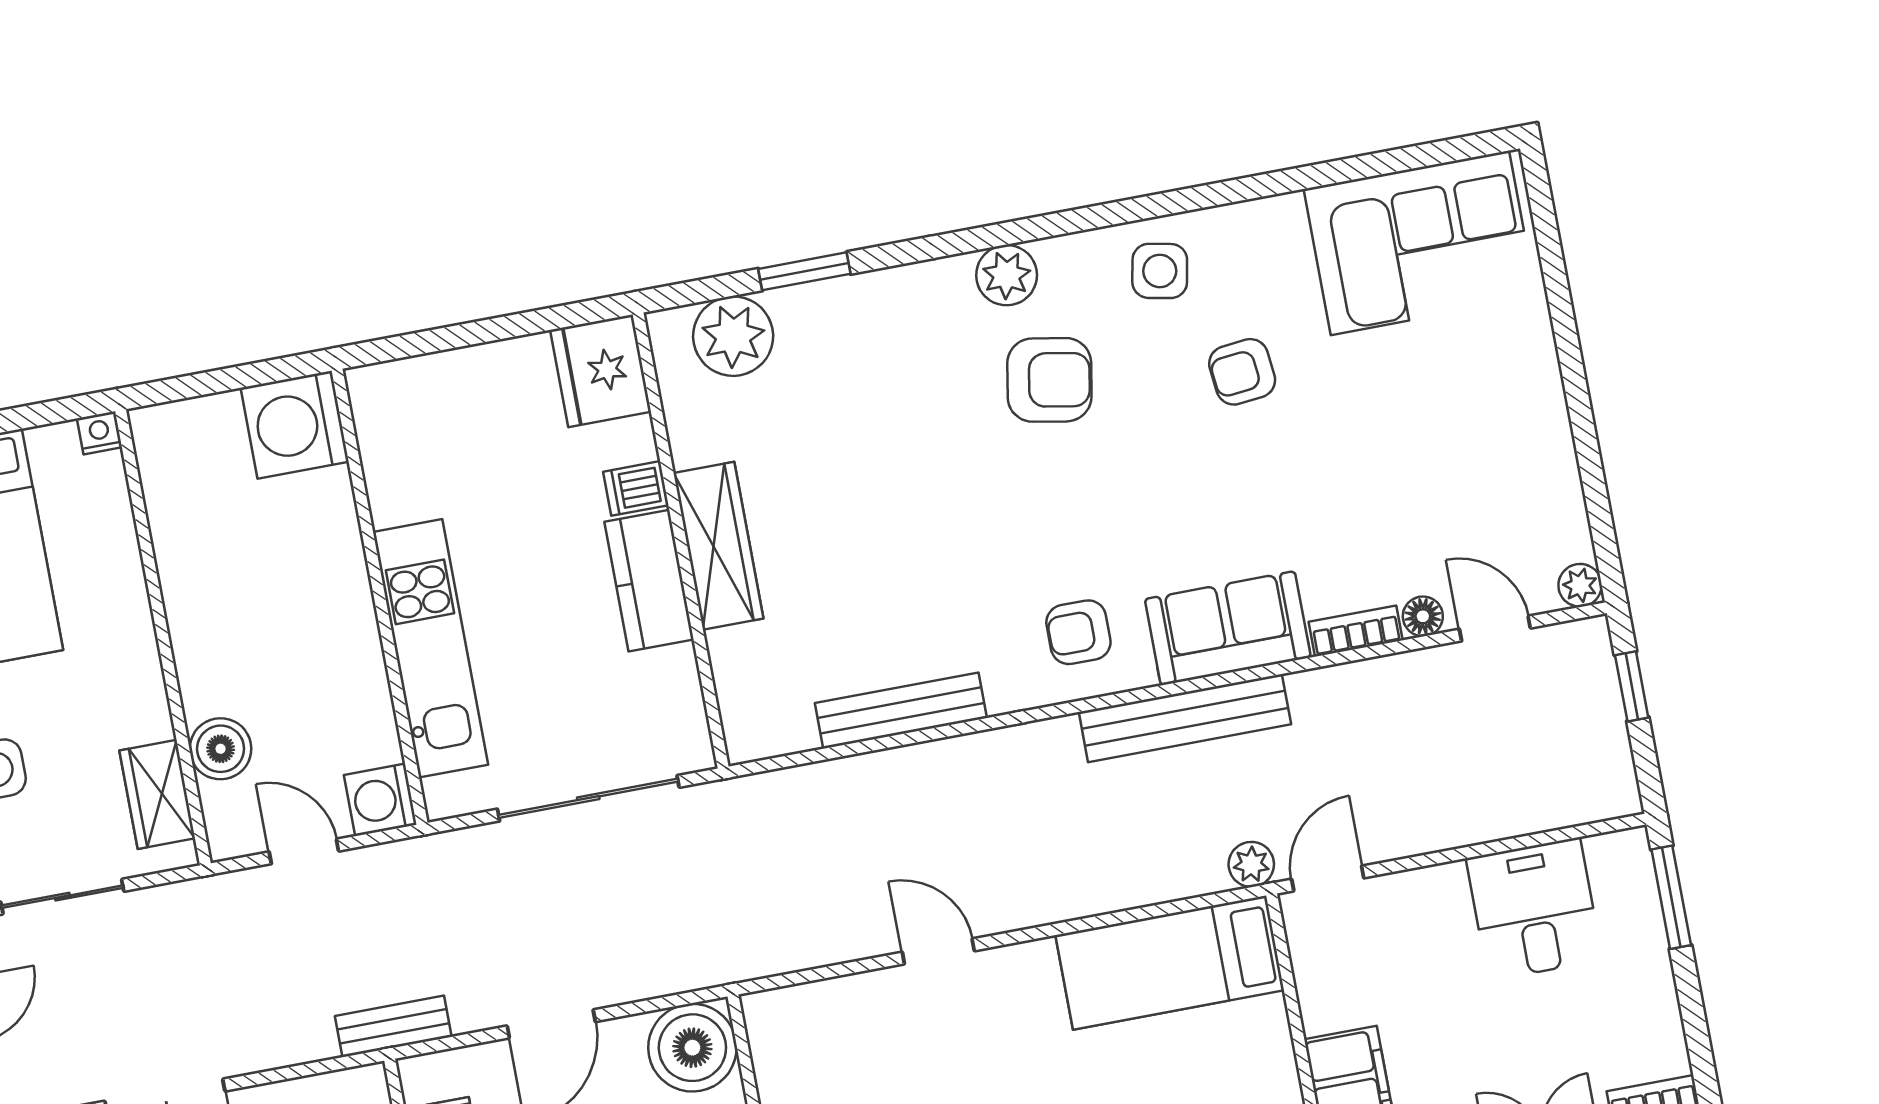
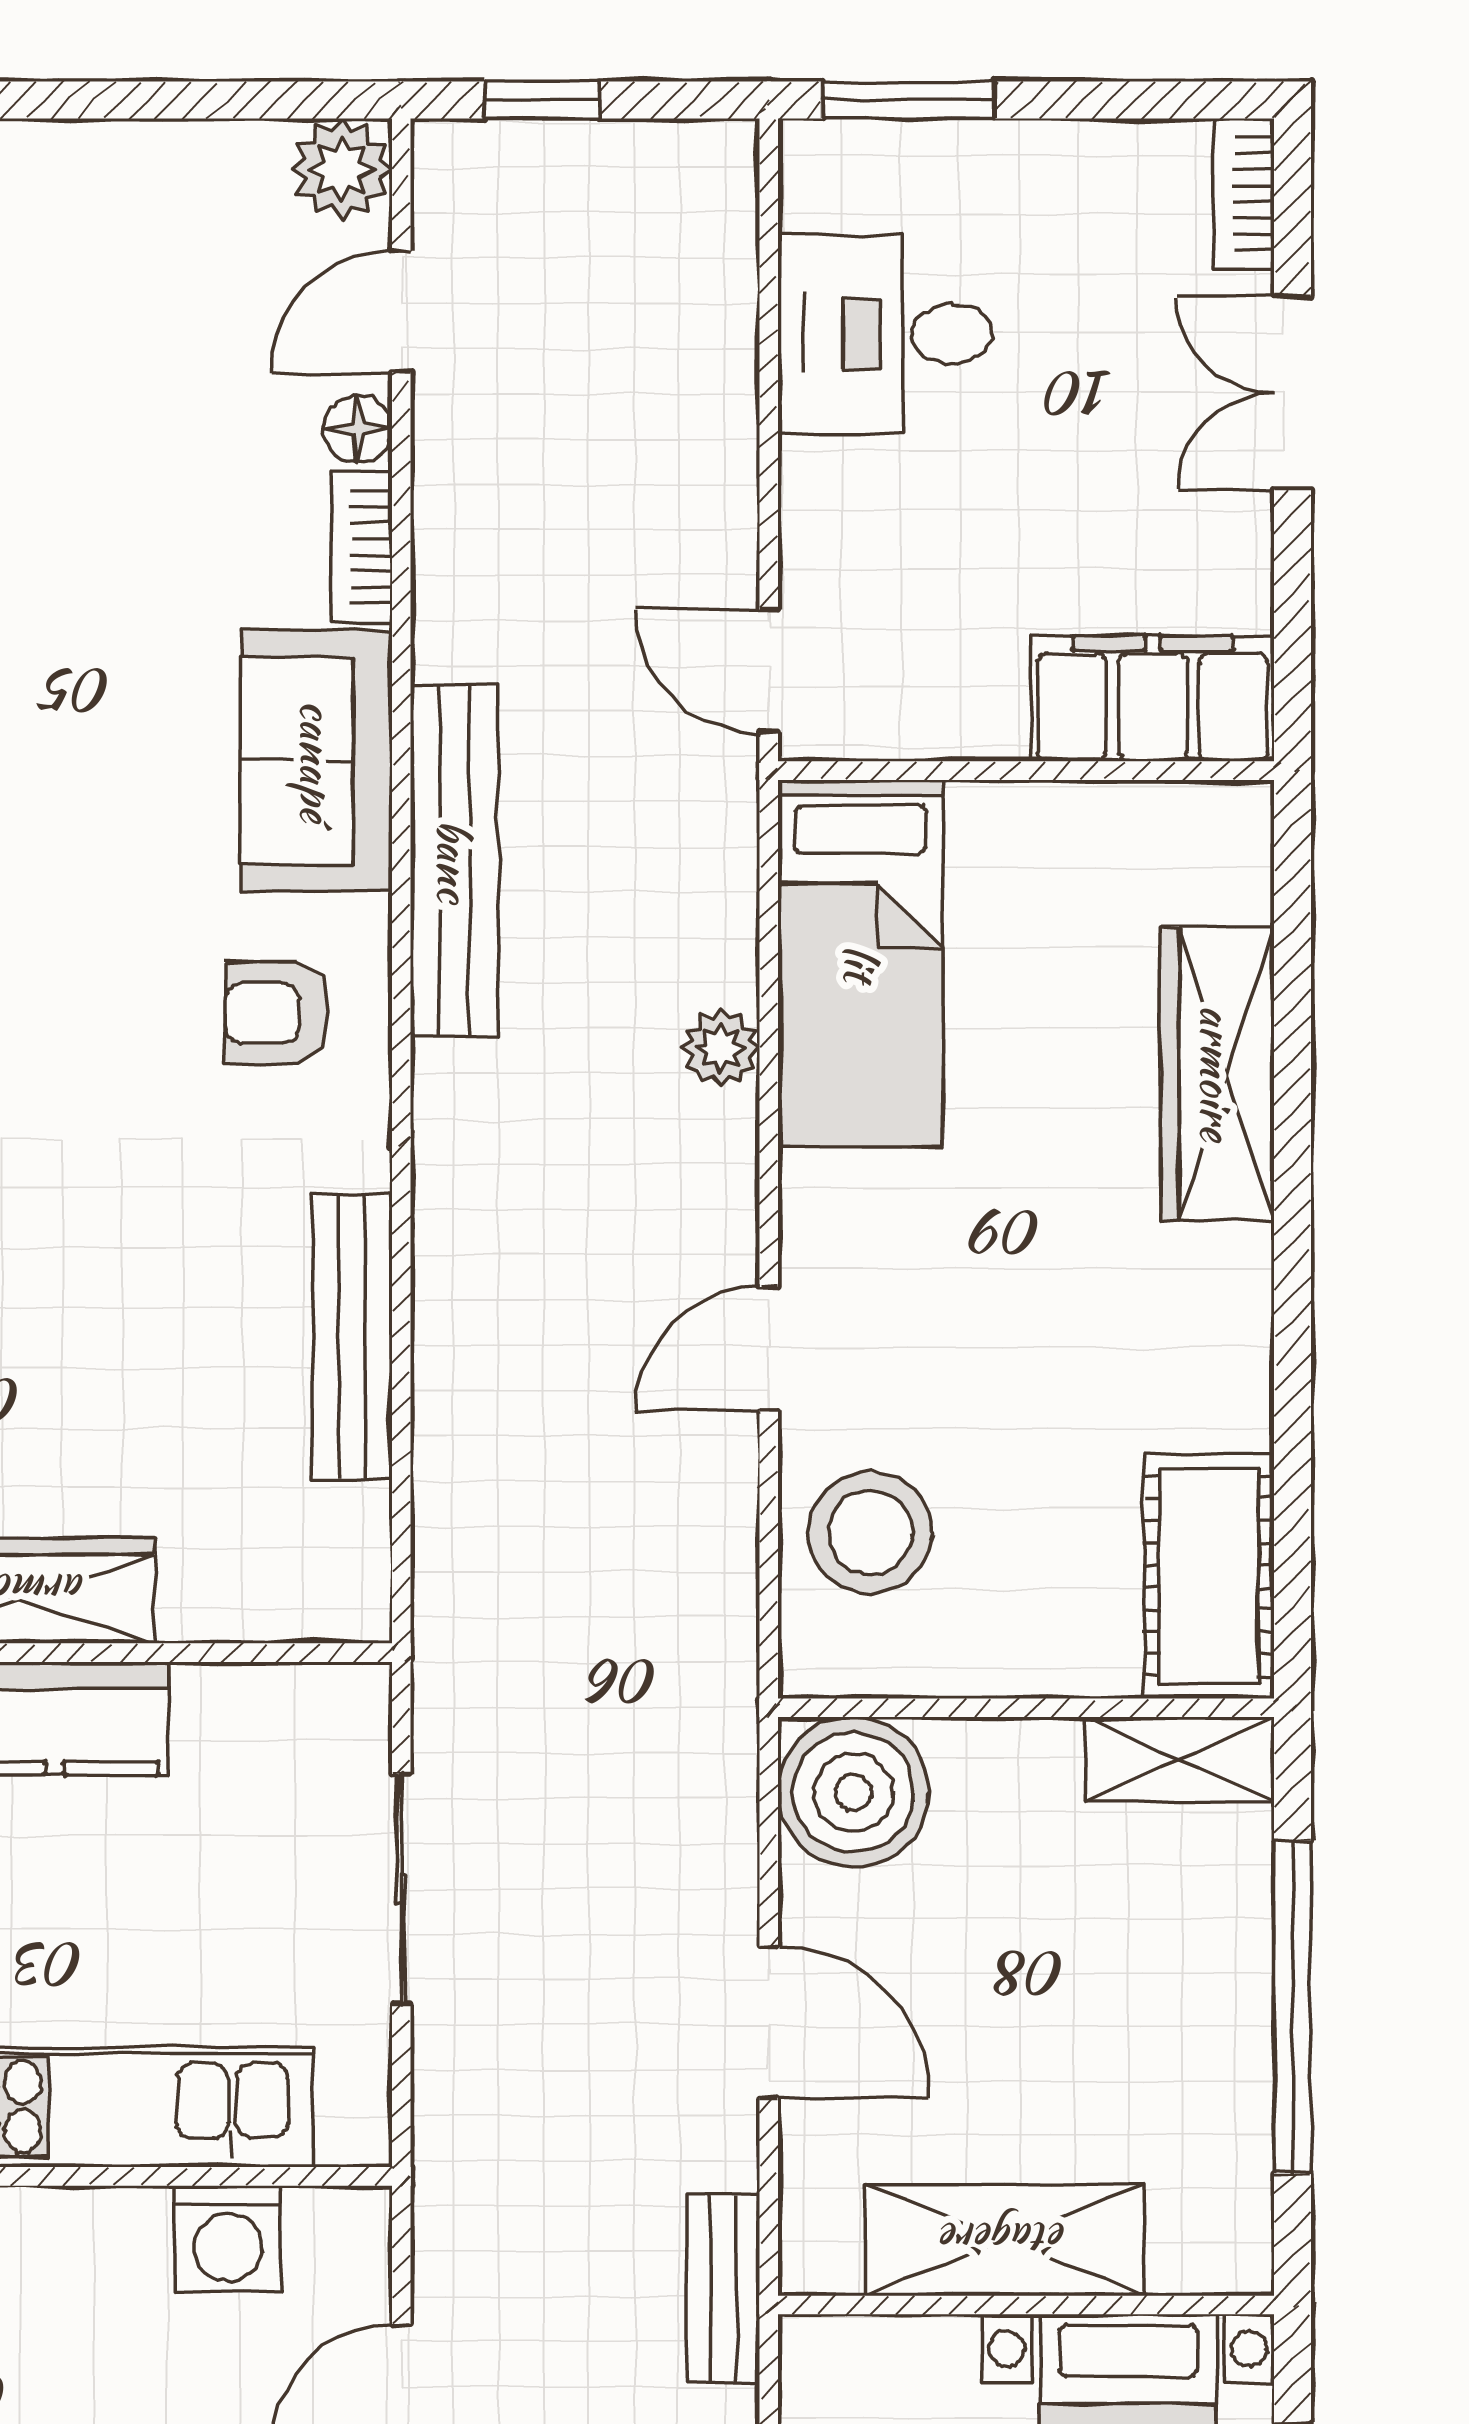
plant: (1580, 585) -> (342, 169), width x1.38, depth x1.38
armchair: (1078, 632) -> (276, 1013), turned 90
sliding door: (588, 798) -> (401, 1889), width x0.73
washing machine: (380, 800) -> (228, 2239), moved
plant: (1251, 864) -> (721, 1048), moved
stool: (843, 1030) -> (870, 1533), added

